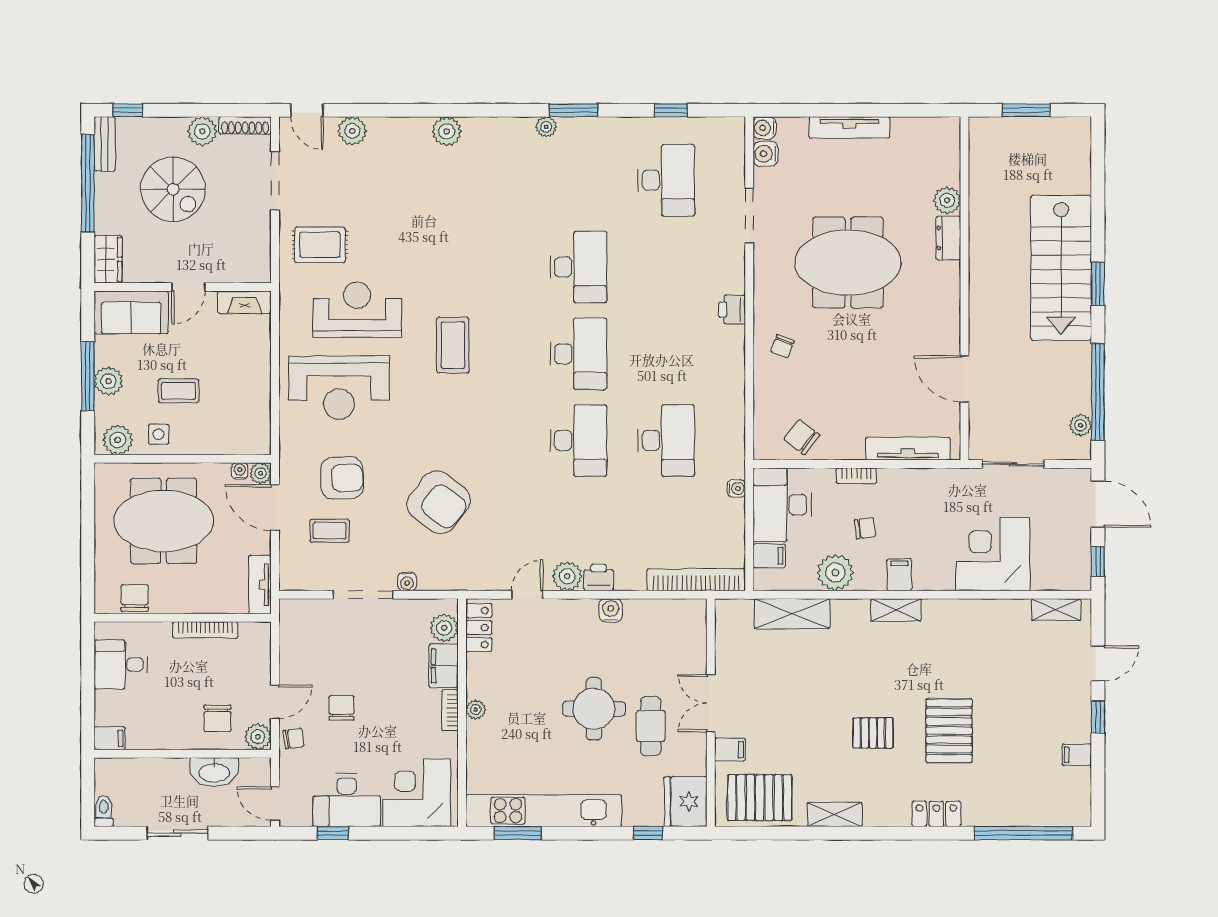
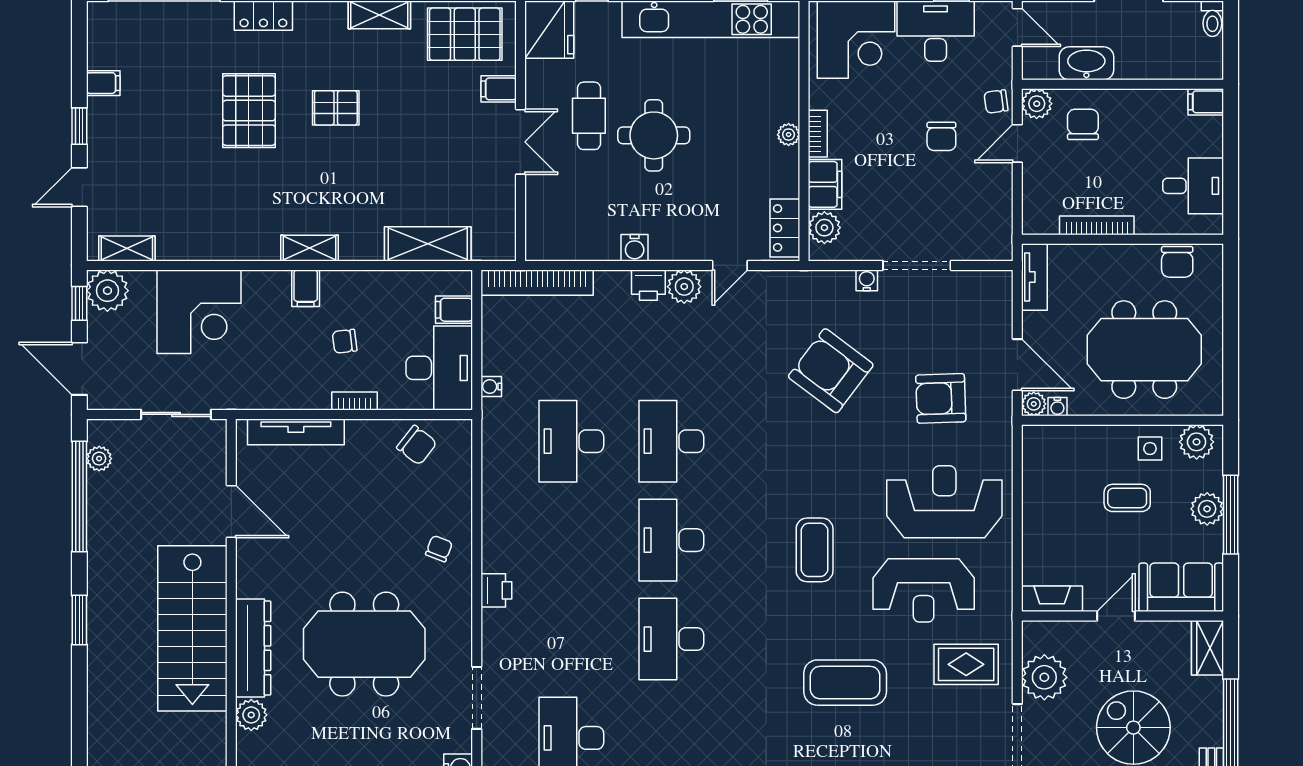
plant: (251, 233) -> (1044, 677), added
dresser: (948, 238) -> (253, 648), width x1.96, depth x1.24
stairs: (1061, 268) -> (192, 628), moved, turned 180
coffee table: (330, 531) -> (845, 683), moved, width x1.86, depth x1.72
plant: (835, 573) -> (107, 291), moved

